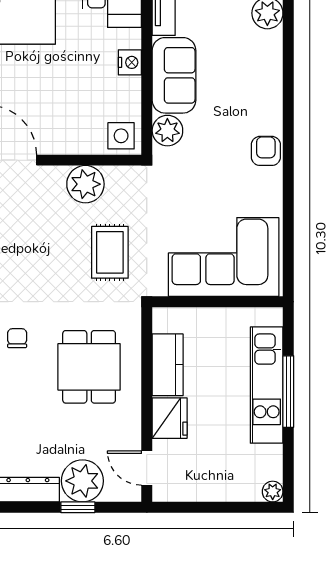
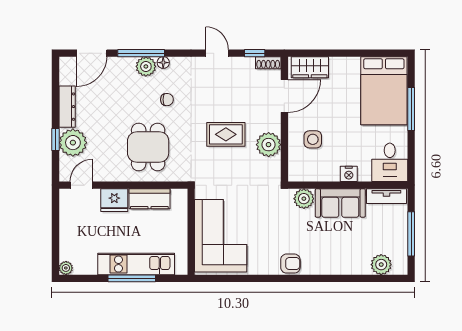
side table: (121, 136) -> (313, 139), moved
rug: (110, 252) -> (226, 134), moved
dining table: (89, 367) -> (148, 147), turned 90

